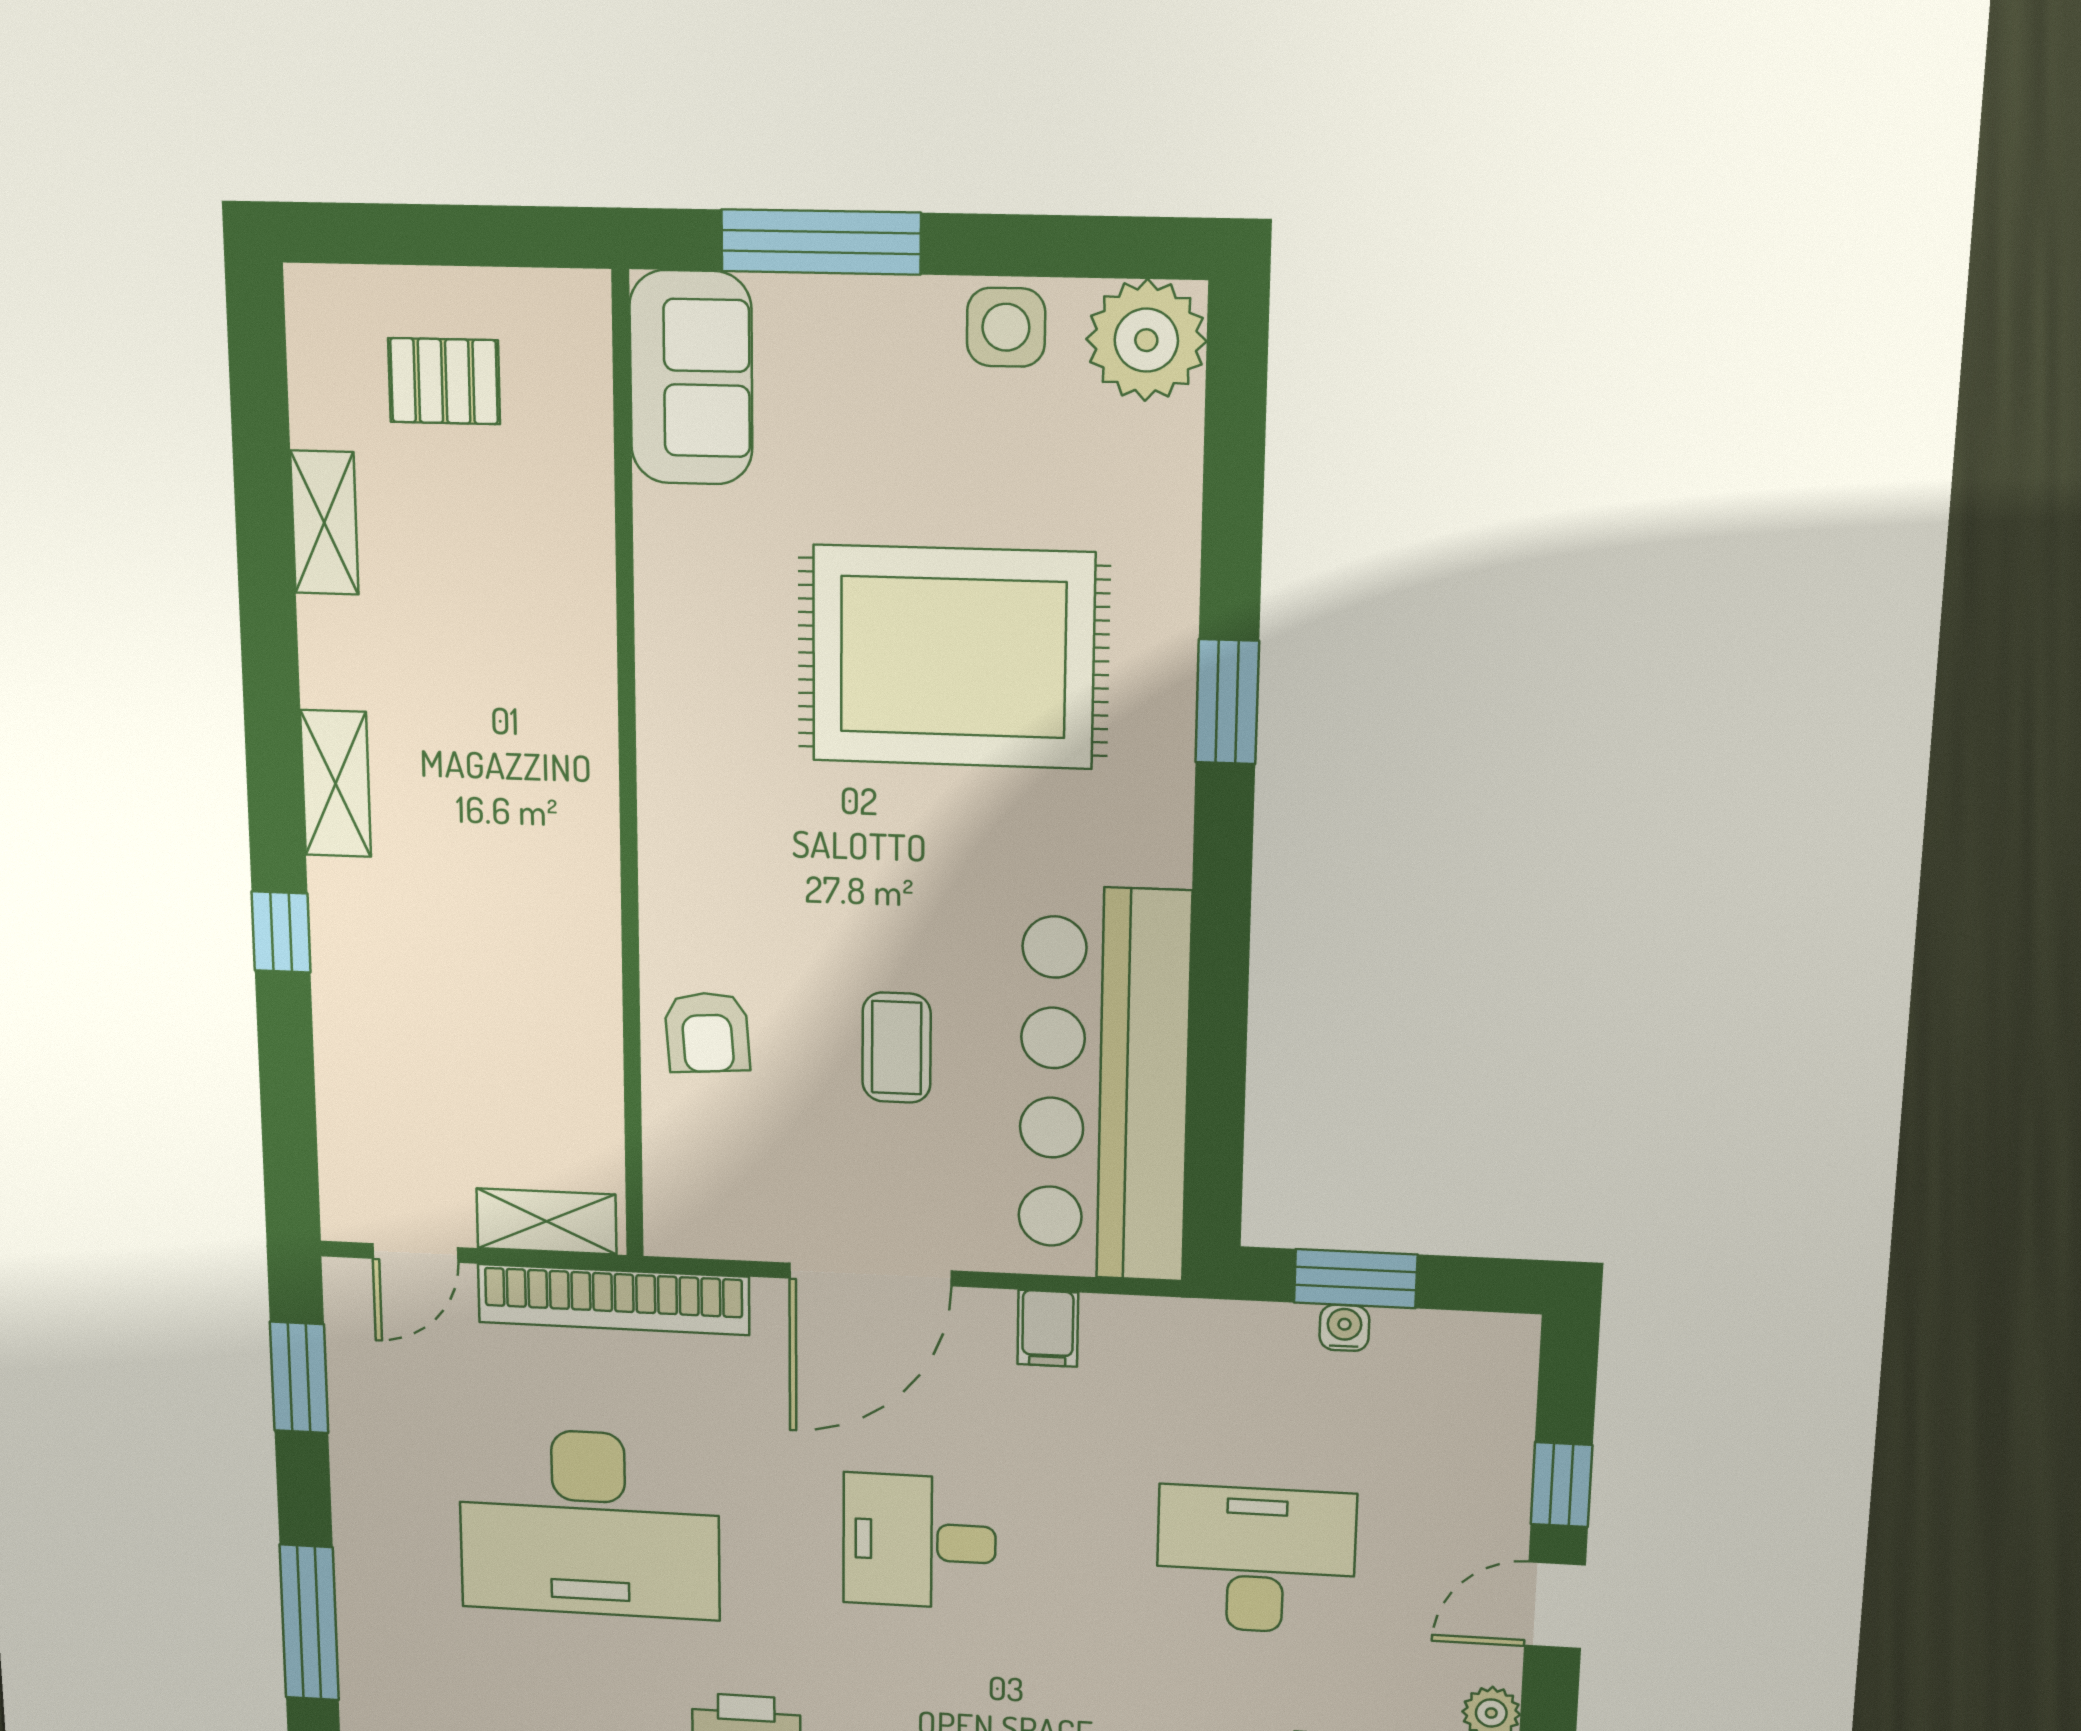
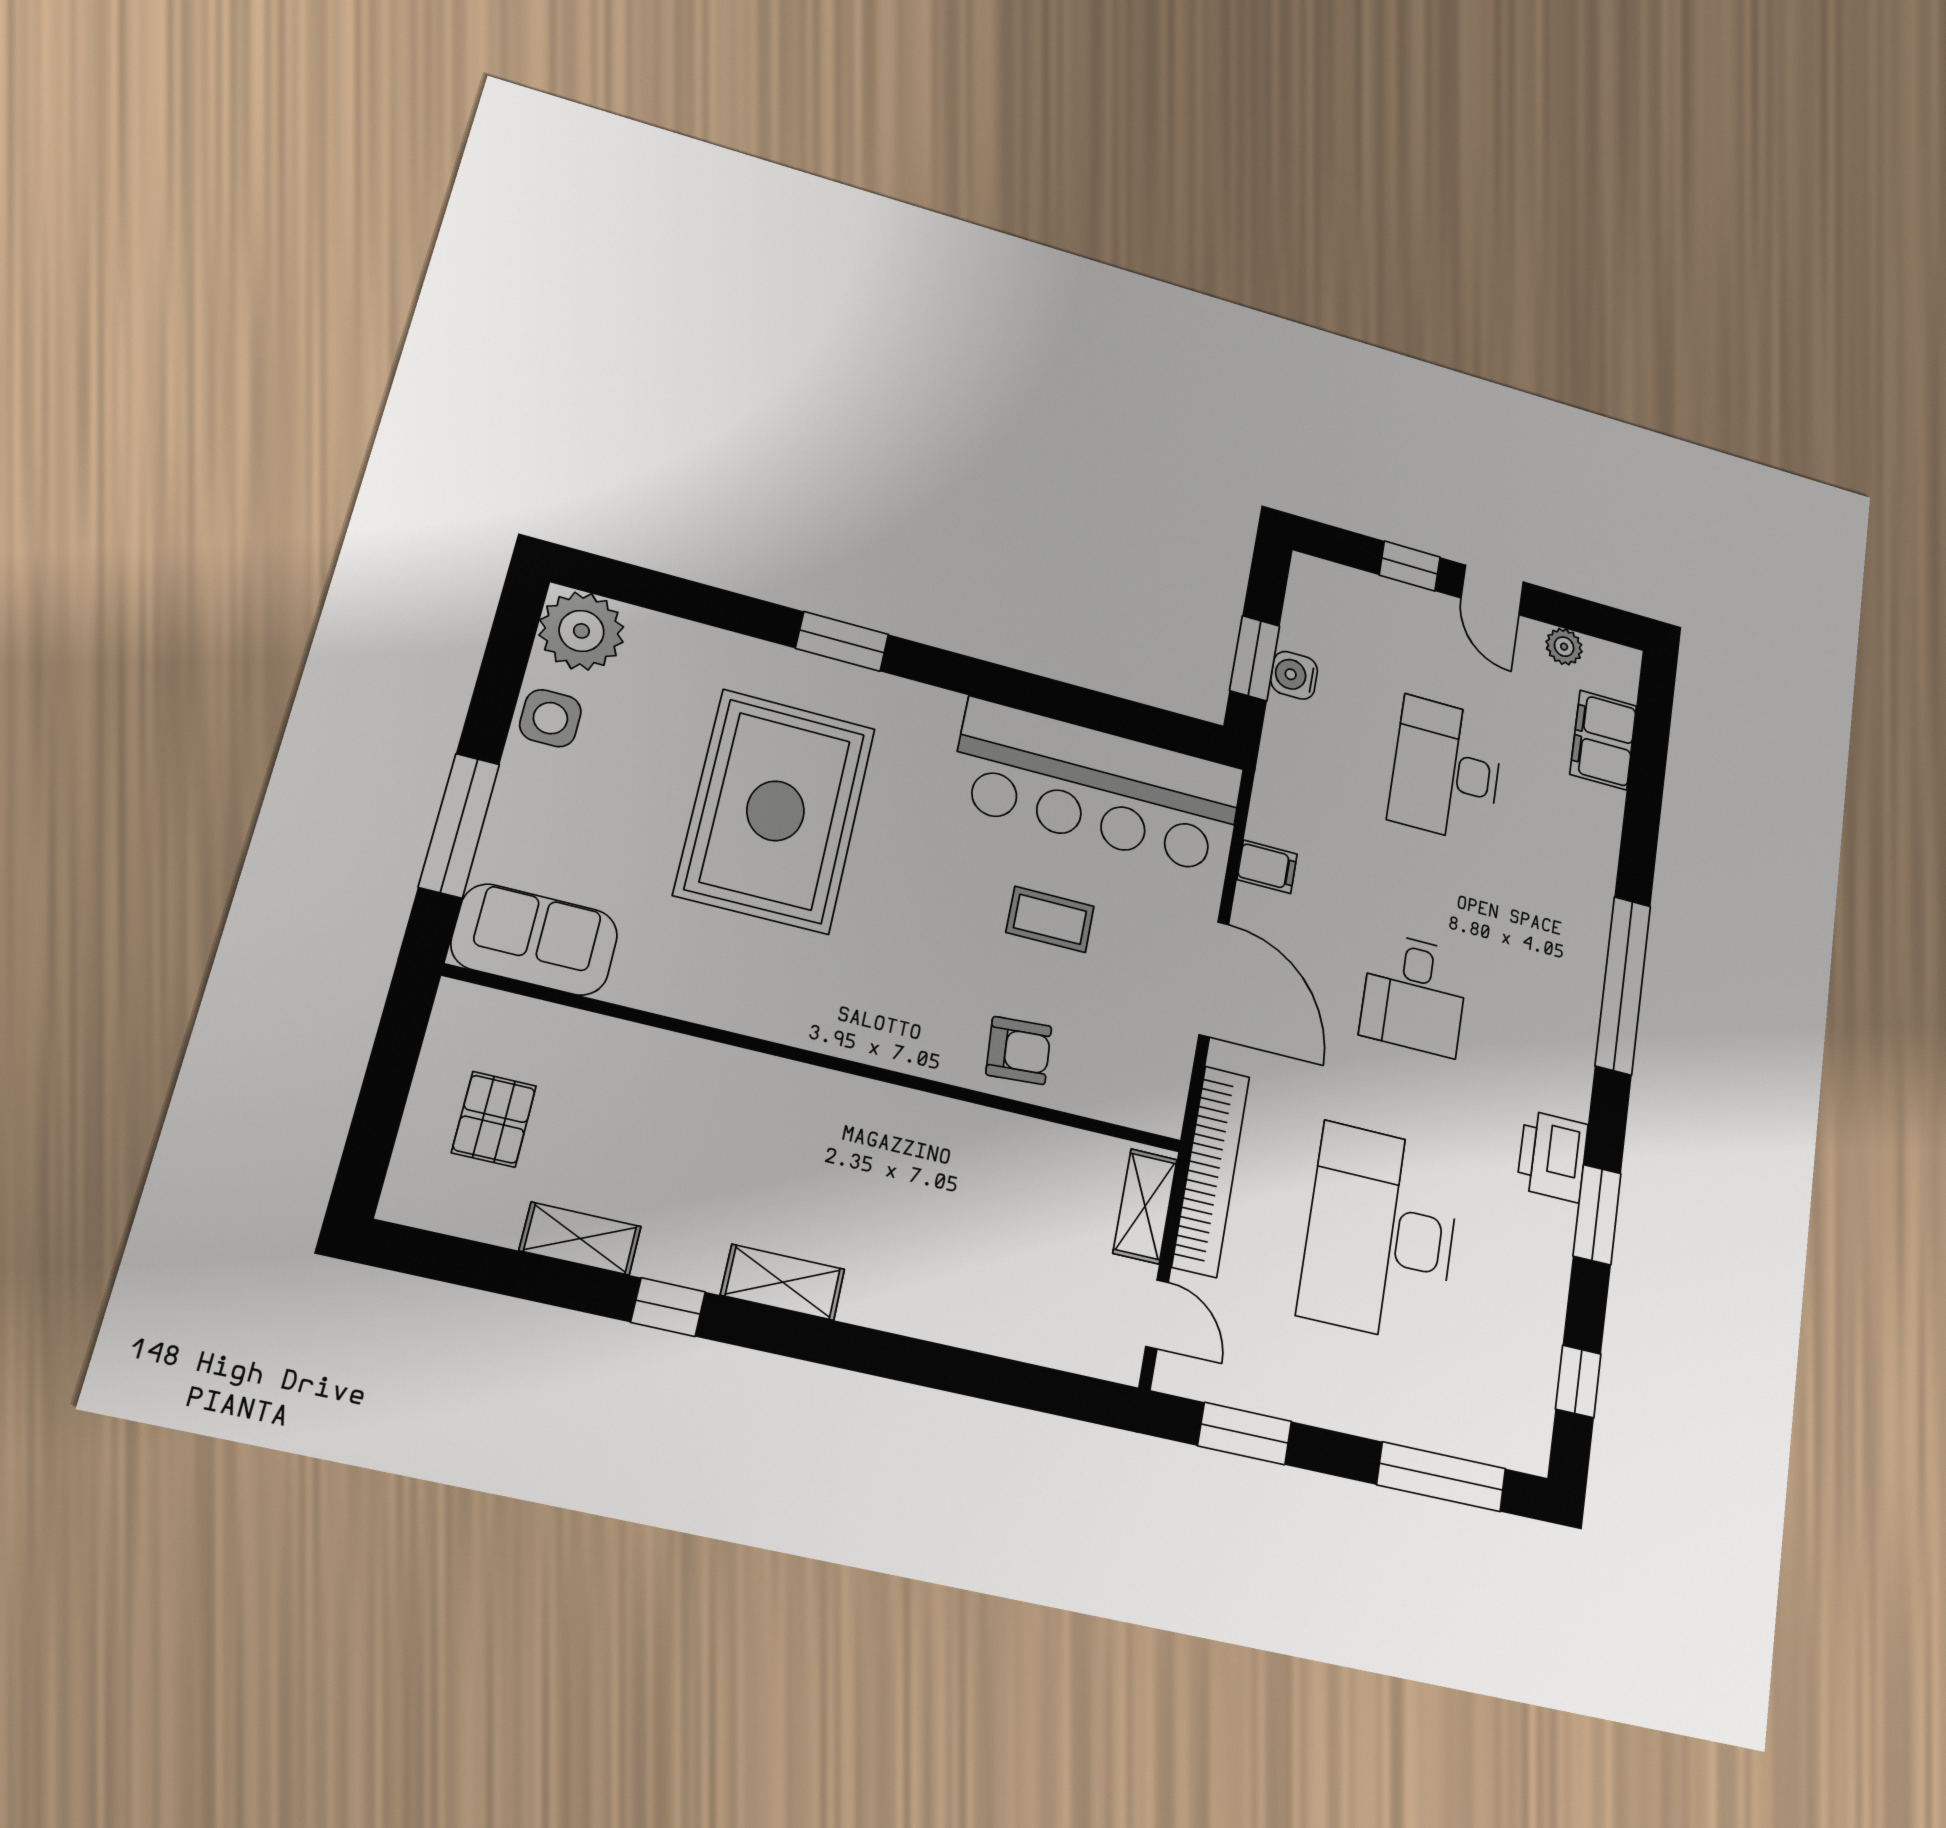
window: (281, 932) -> (668, 1307), moved
water cooler: (1344, 1328) -> (1294, 675), width x1.38, depth x1.38
desk: (589, 1523) -> (1381, 1233), turned 180

